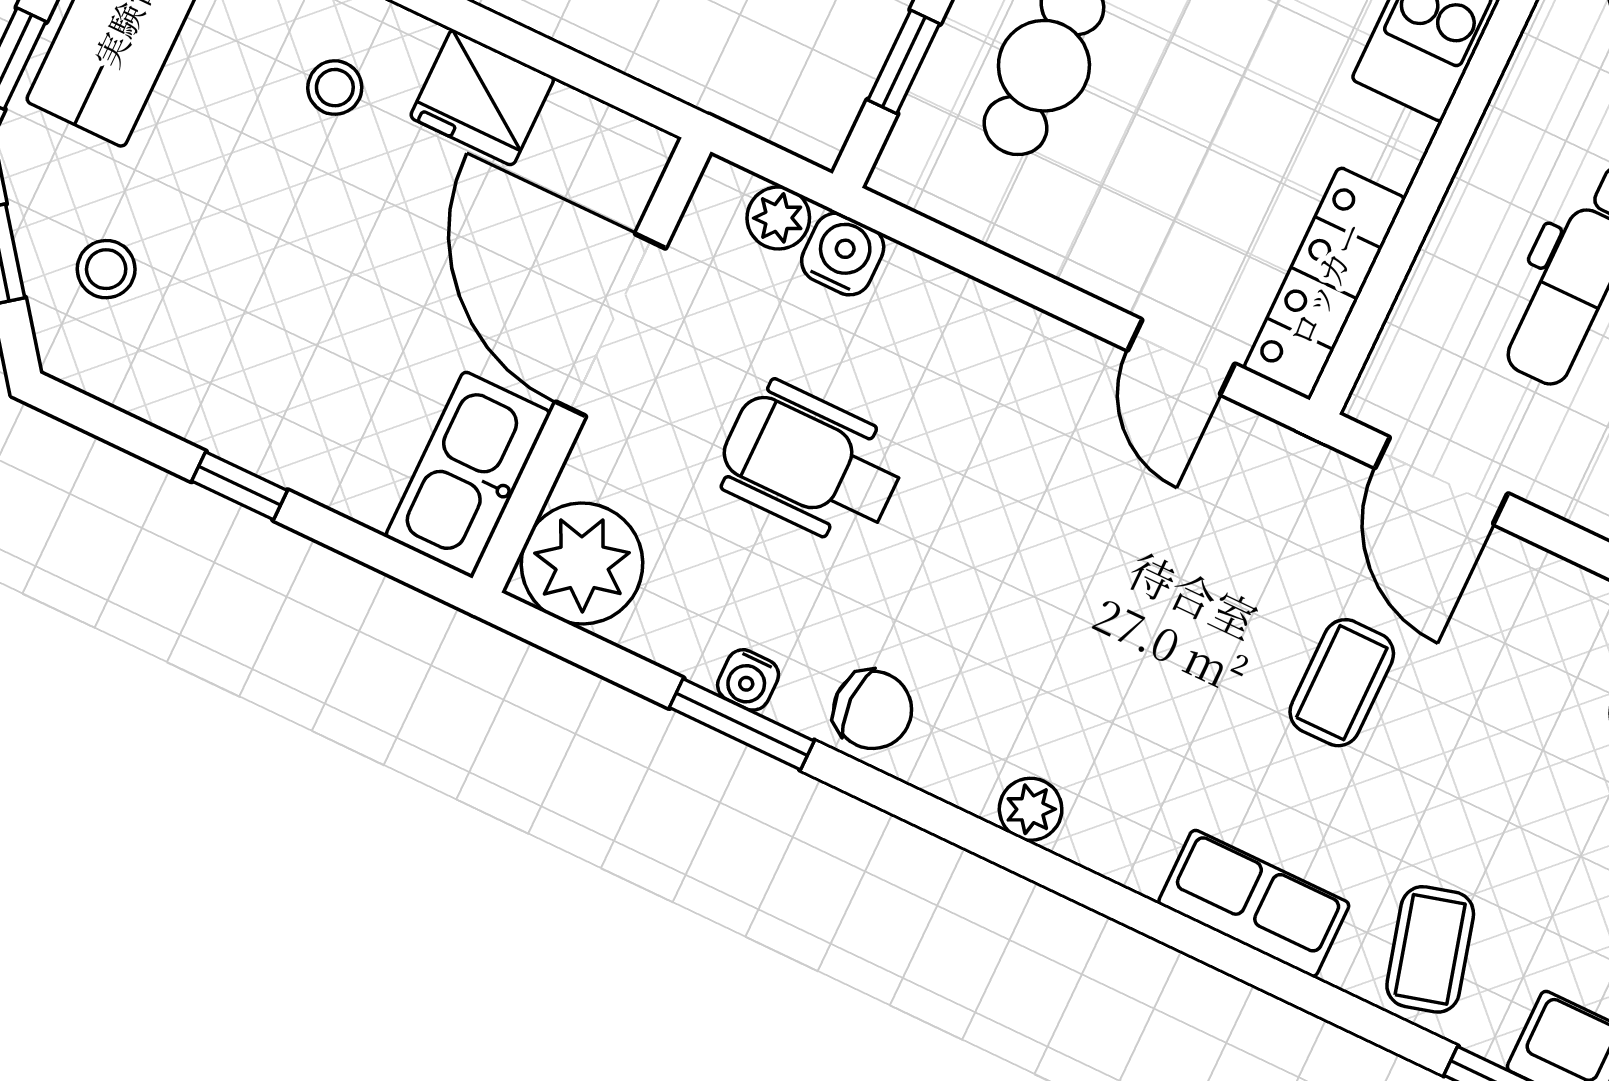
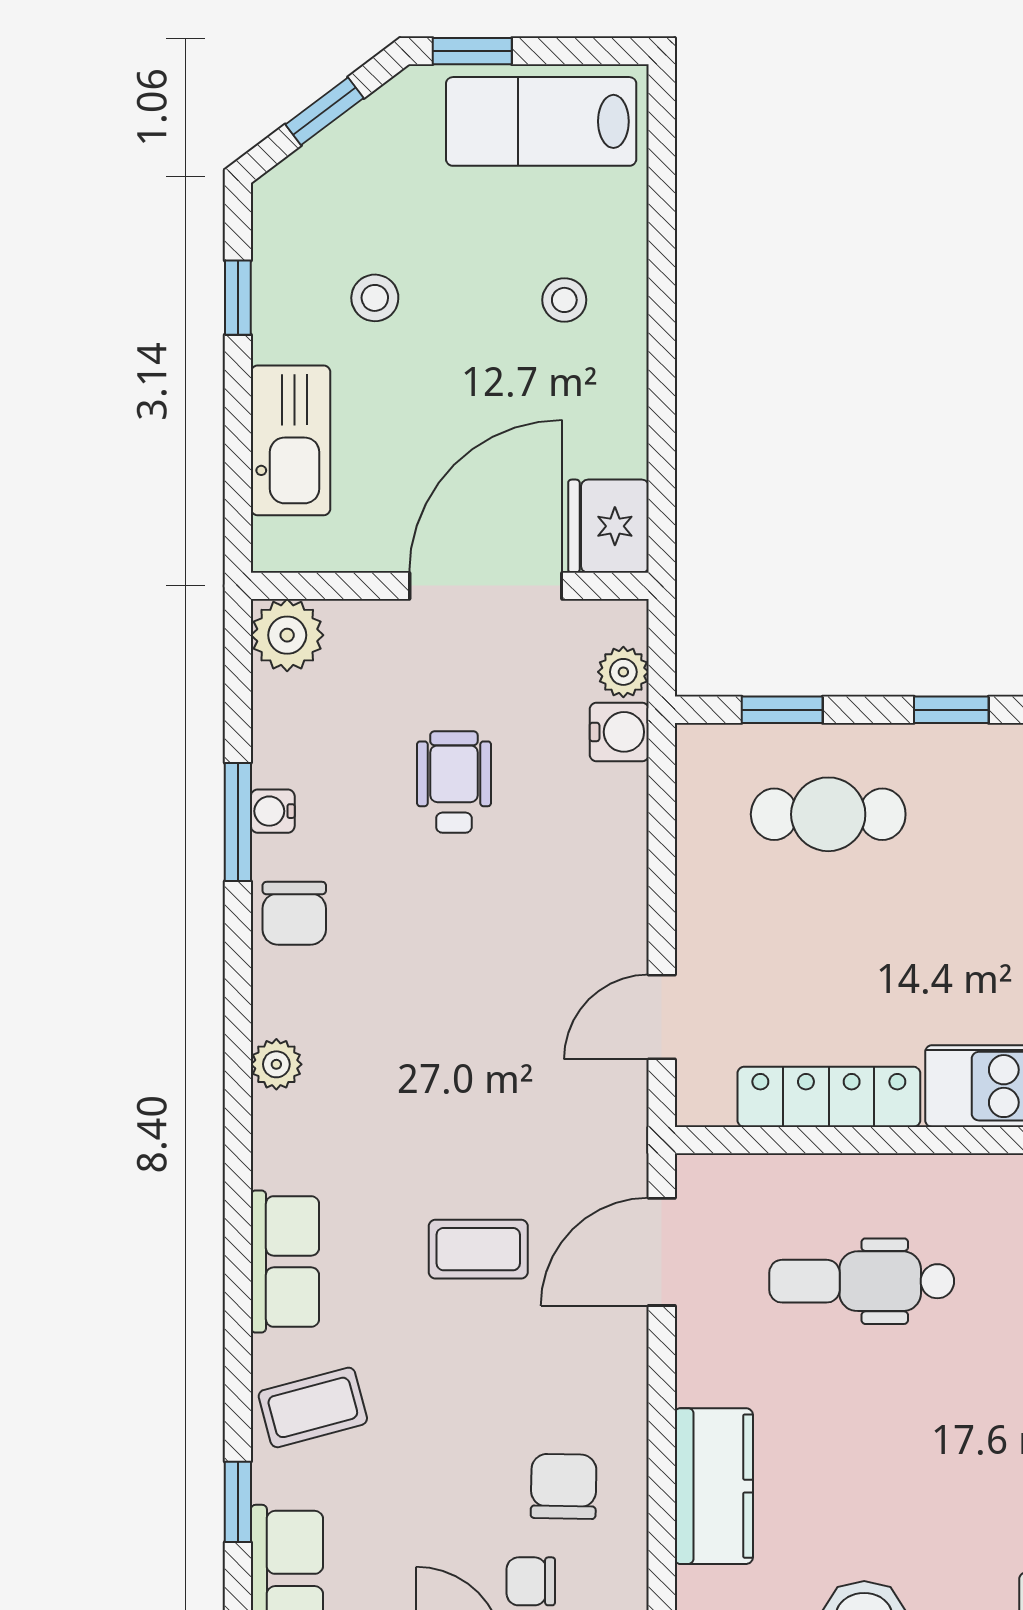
fridge: (482, 97) -> (608, 526), moved
stool: (106, 269) -> (375, 298), moved
locker: (1325, 283) -> (829, 1097), moved
wheelchair: (811, 464) -> (454, 782), width x0.73, depth x0.73
kitchen sink: (468, 474) -> (291, 440), moved, turned 90
window: (239, 486) -> (238, 298), moved
plant: (582, 564) -> (287, 635), width x0.73, depth x0.73

